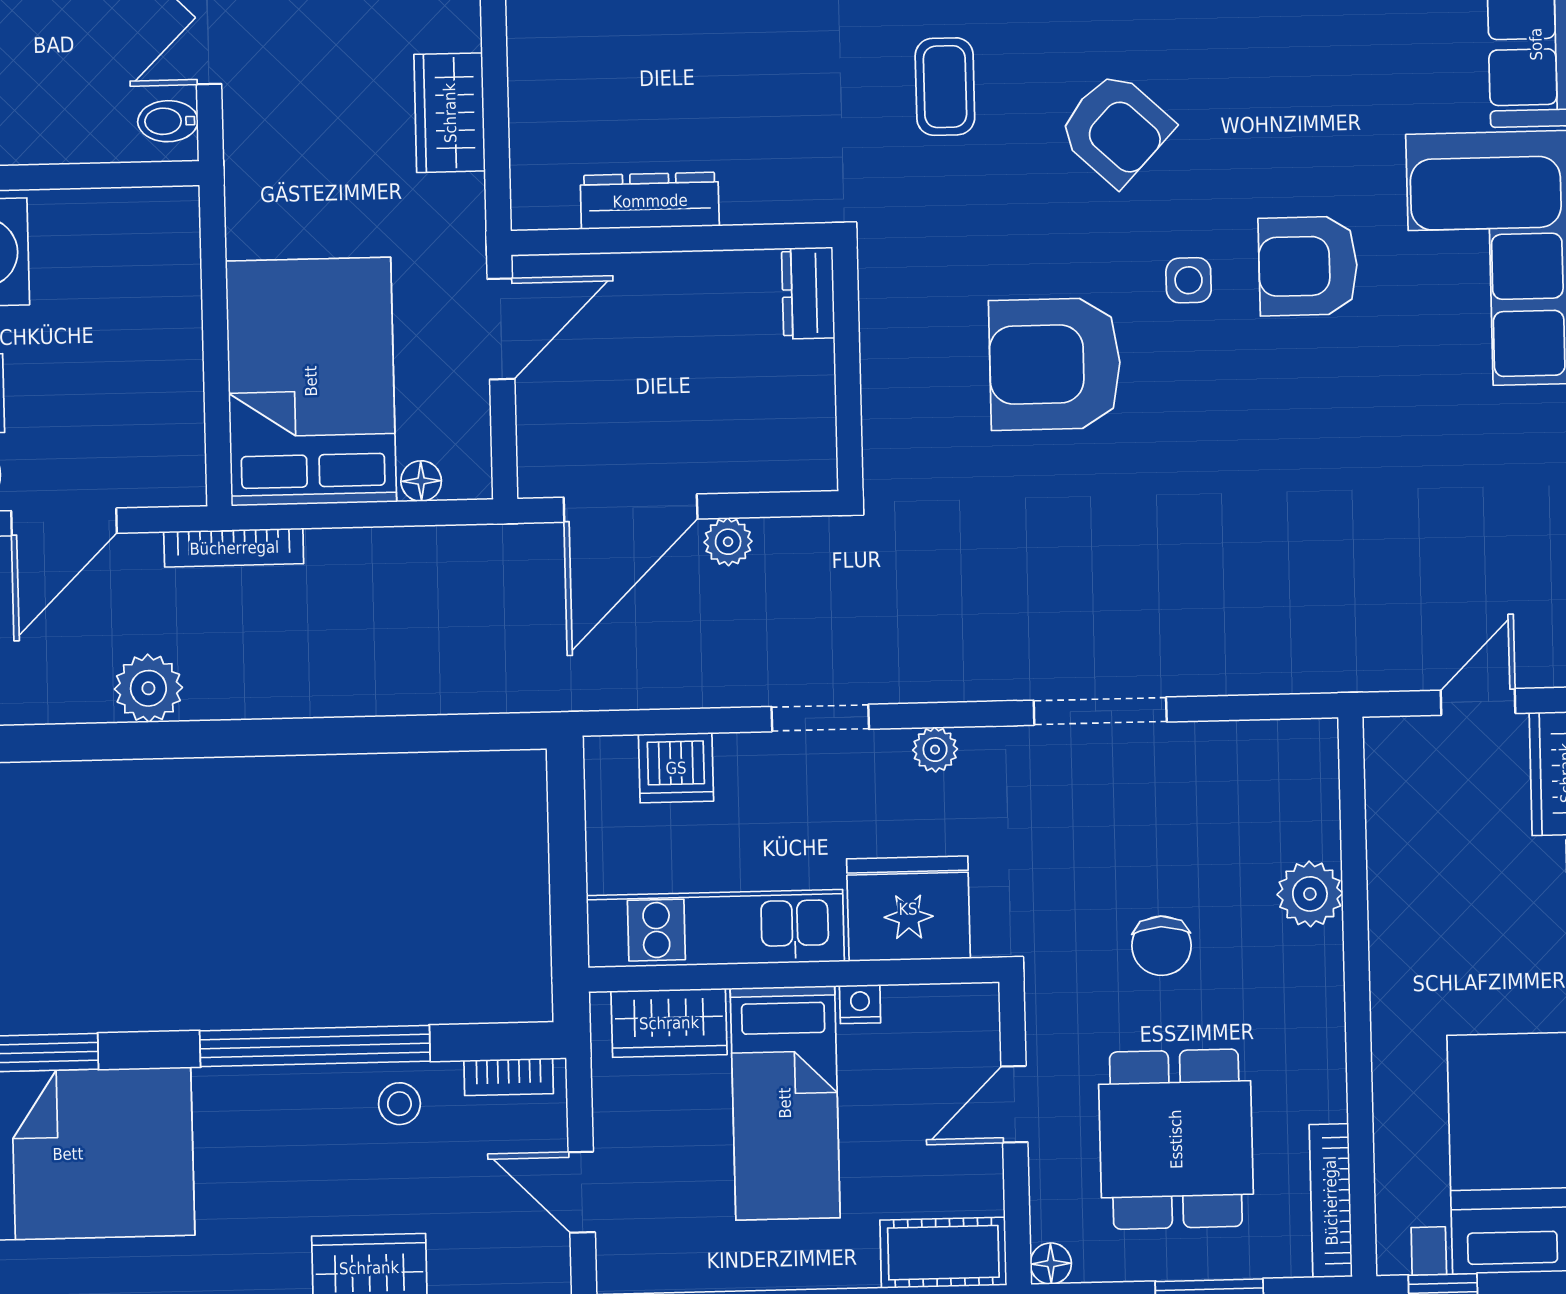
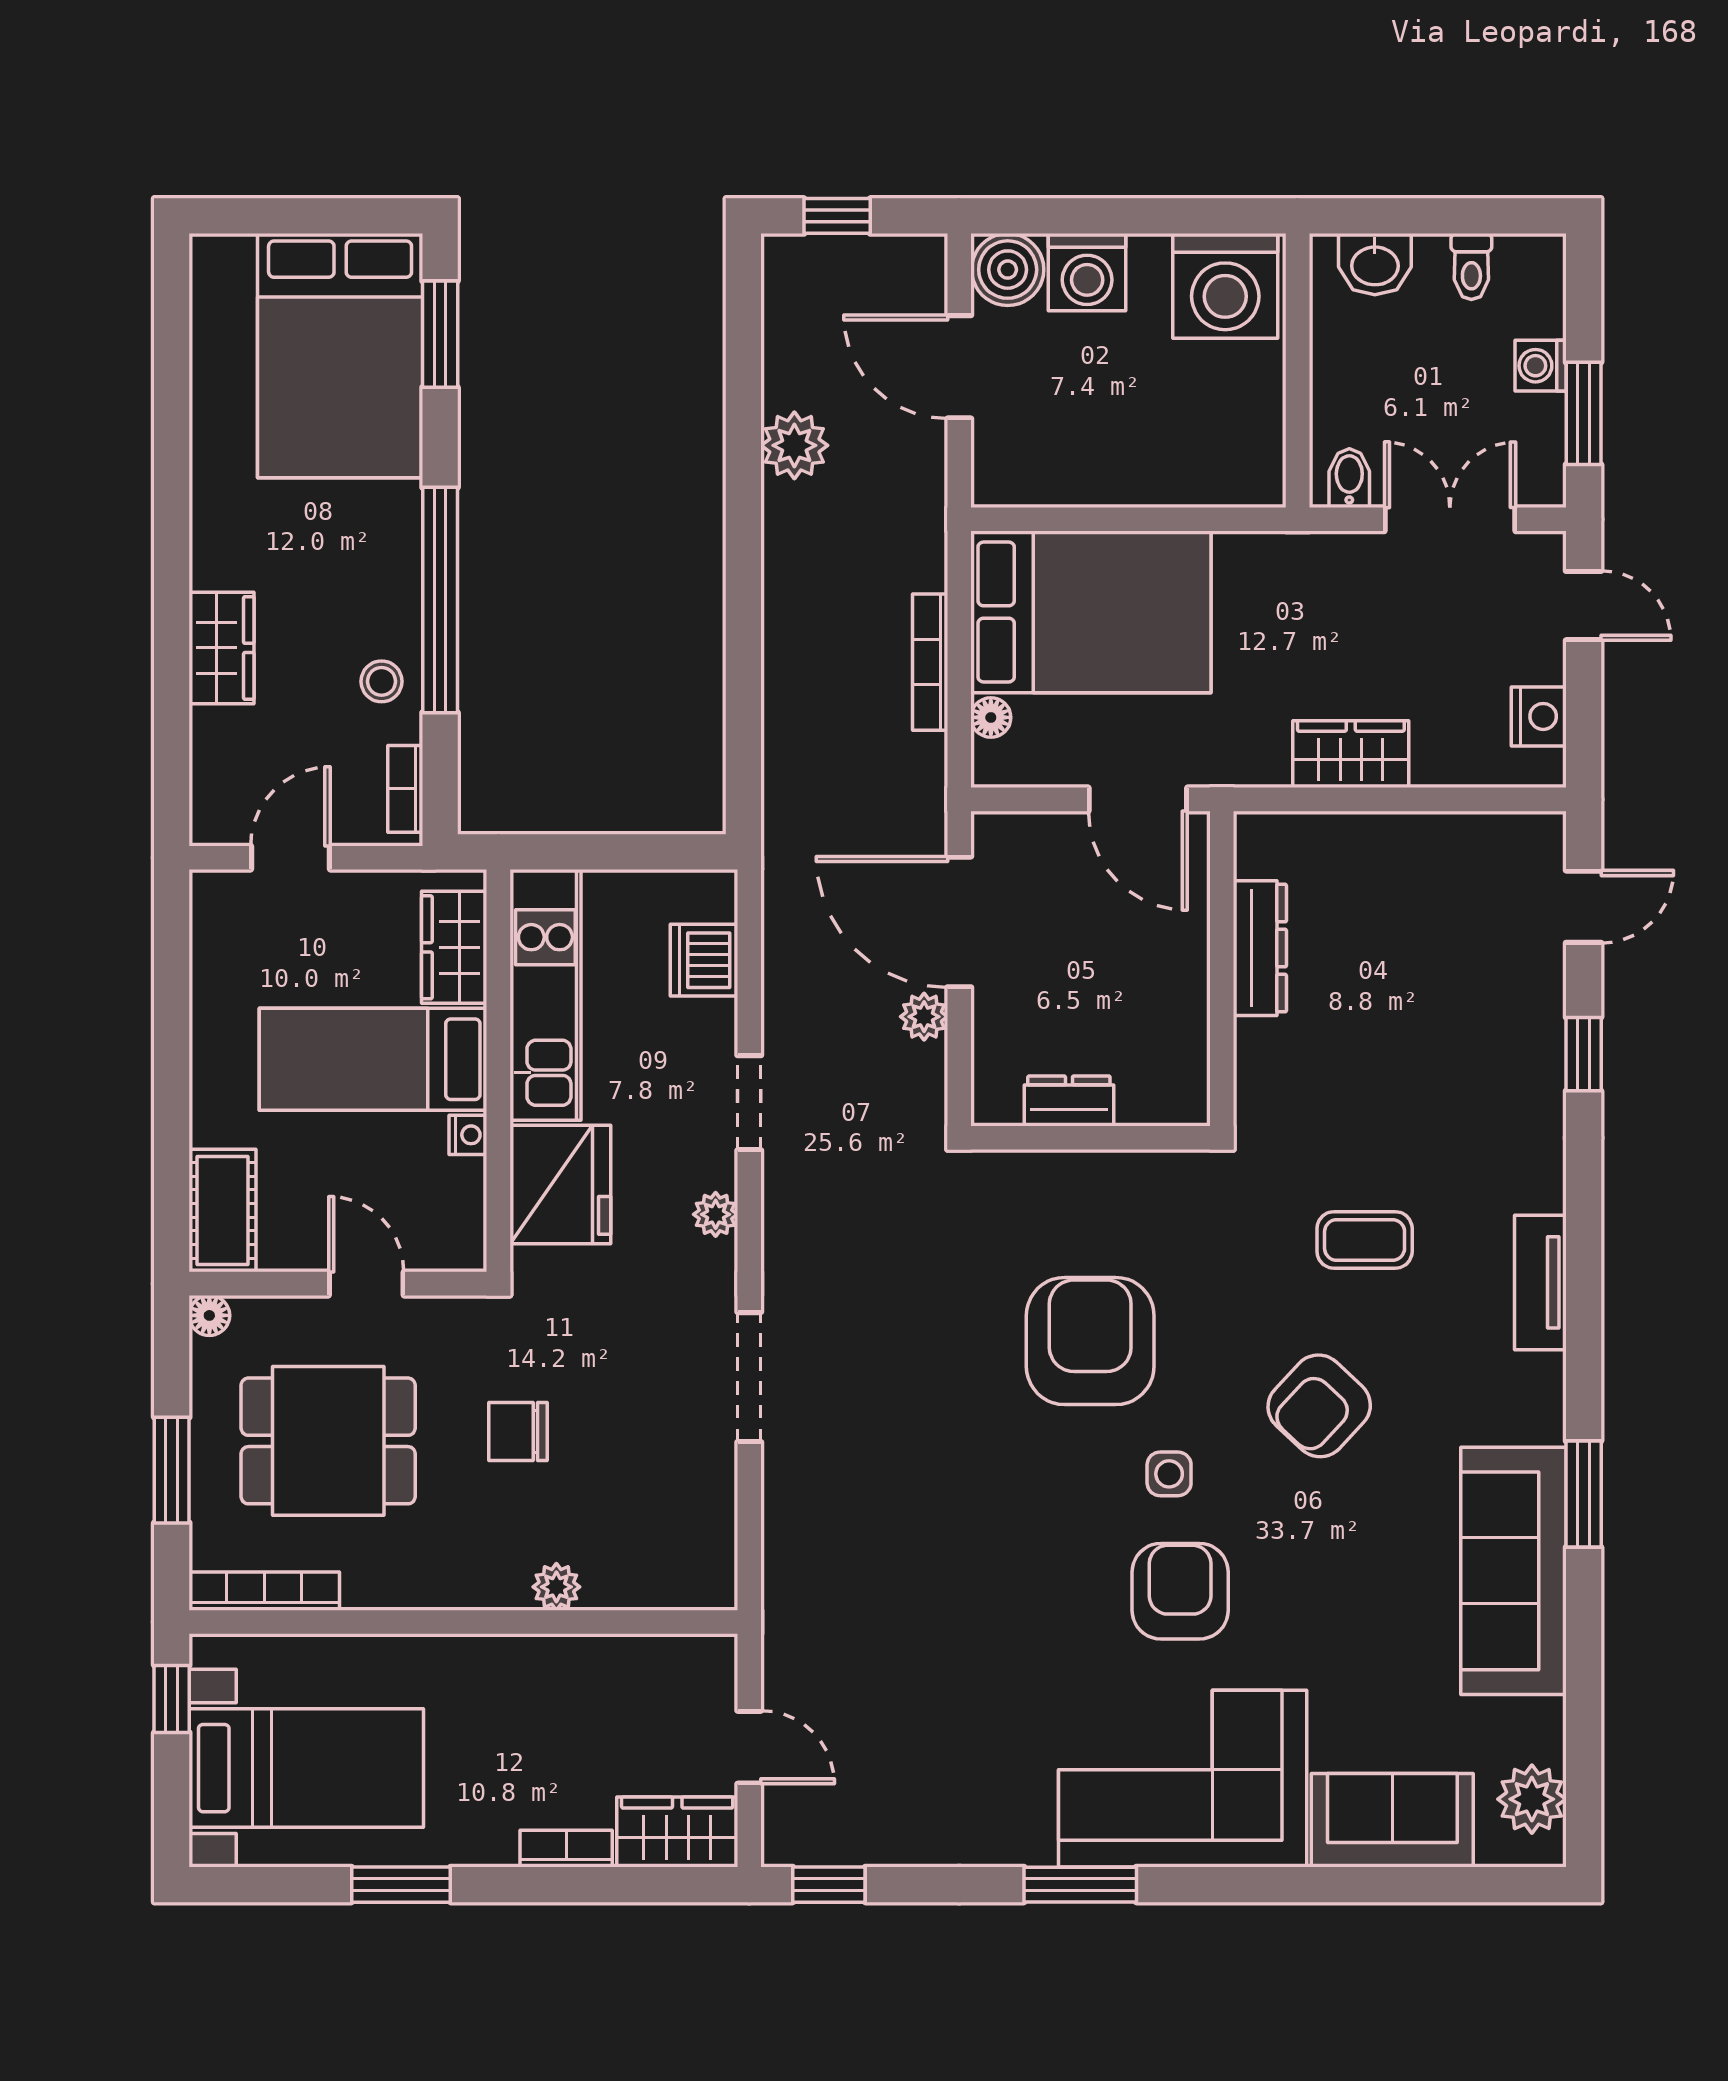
dresser: (808, 293) -> (1069, 1101), moved
bookcase: (234, 548) -> (930, 662), moved
plant: (1310, 894) -> (556, 1587), width x0.73, depth x0.73

